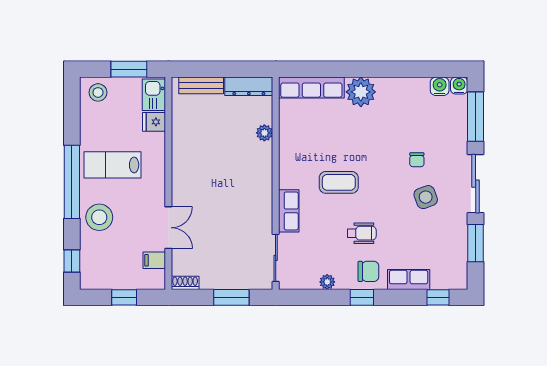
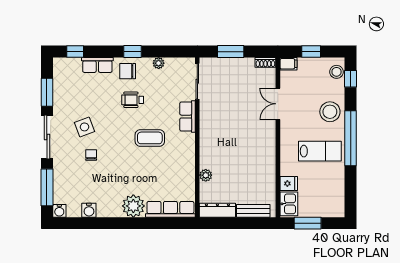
water cooler: (440, 86) -> (89, 210), moved
stool: (98, 92) -> (337, 72), moved
filing cabinet: (154, 260) -> (289, 64), moved

